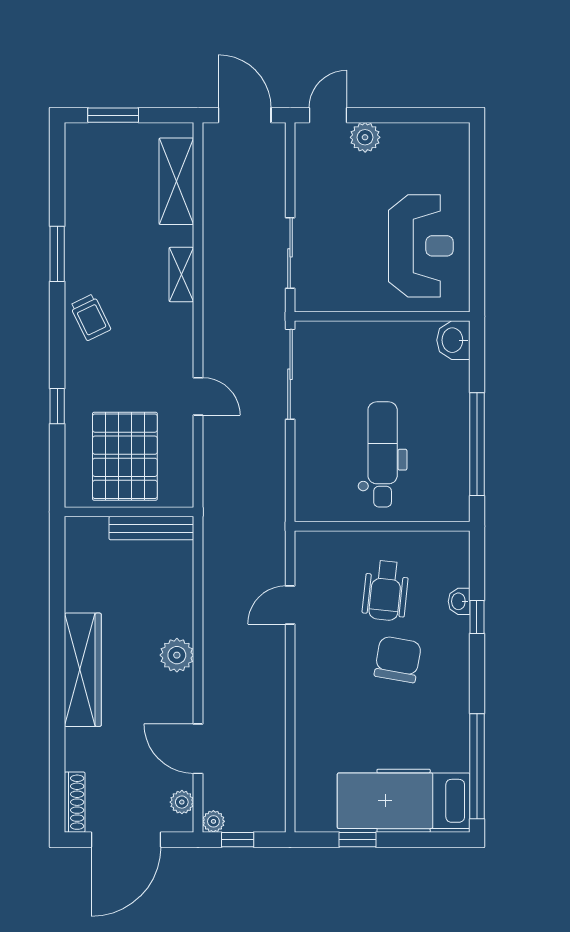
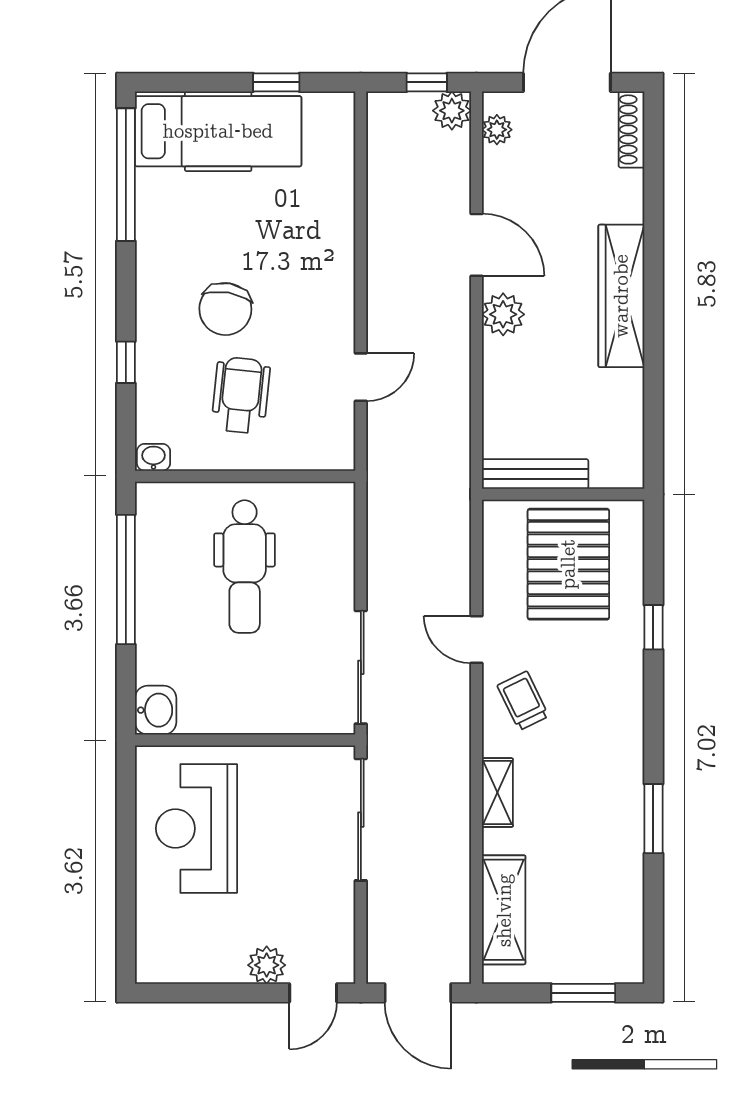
sliding door: (290, 253) -> (361, 820), width x1.37
trolley: (90, 317) -> (523, 701), moved
washbasin: (459, 601) -> (153, 457), moved, turned -90
door: (198, 749) -> (476, 245), moved
plant: (213, 821) -> (452, 111), width x1.38, depth x1.38

